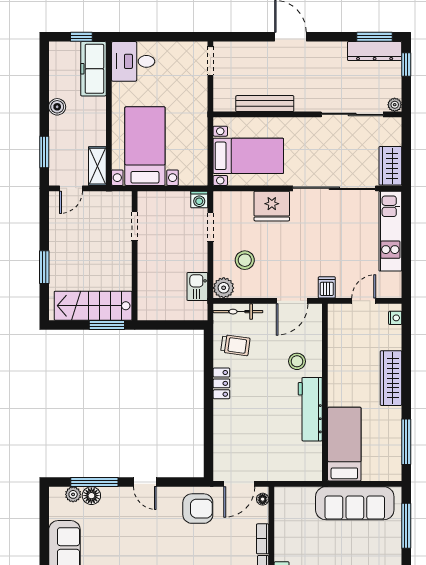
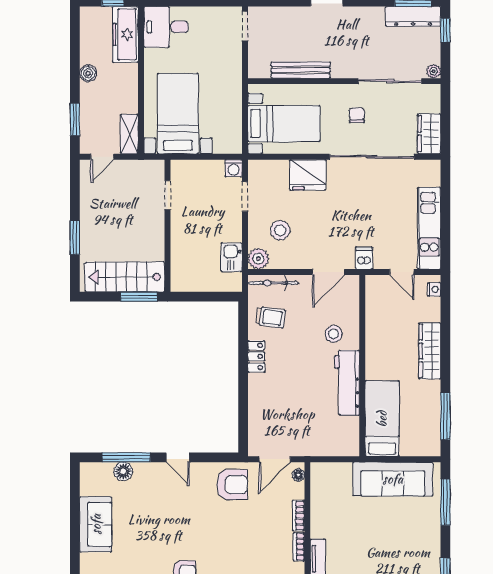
chair: (320, 148) -> (357, 115), added
kitchen unit: (390, 231) -> (429, 228), moved
door: (364, 301) -> (402, 272), swing flipped
plant: (73, 494) -> (104, 470), removed

